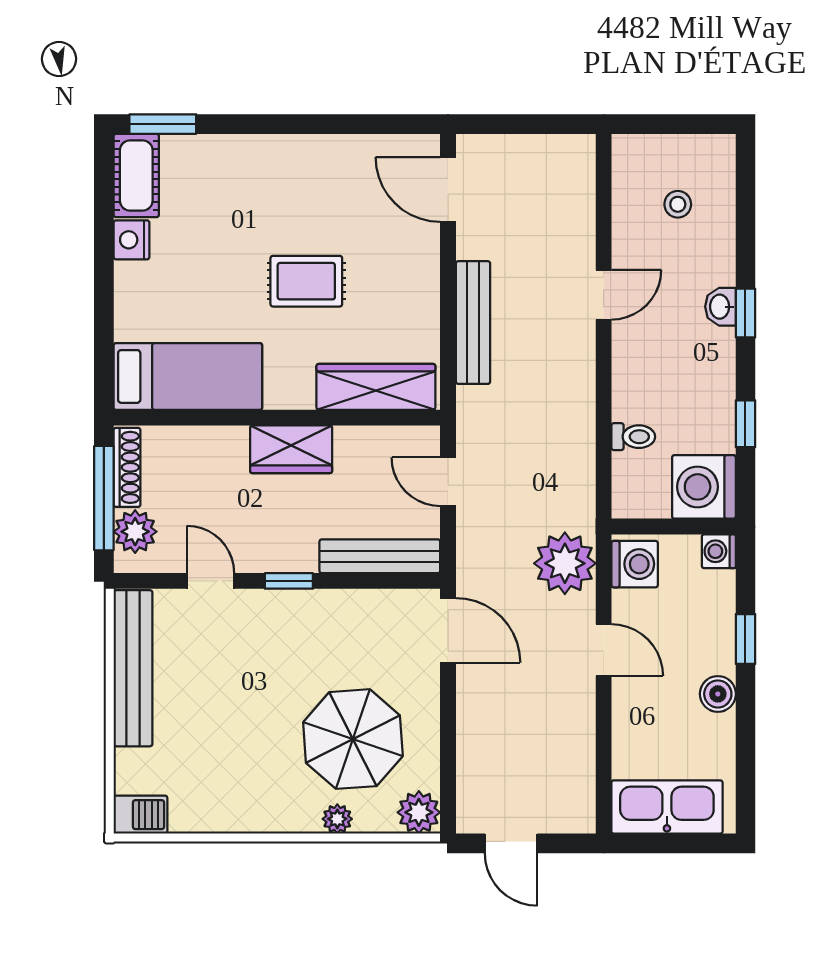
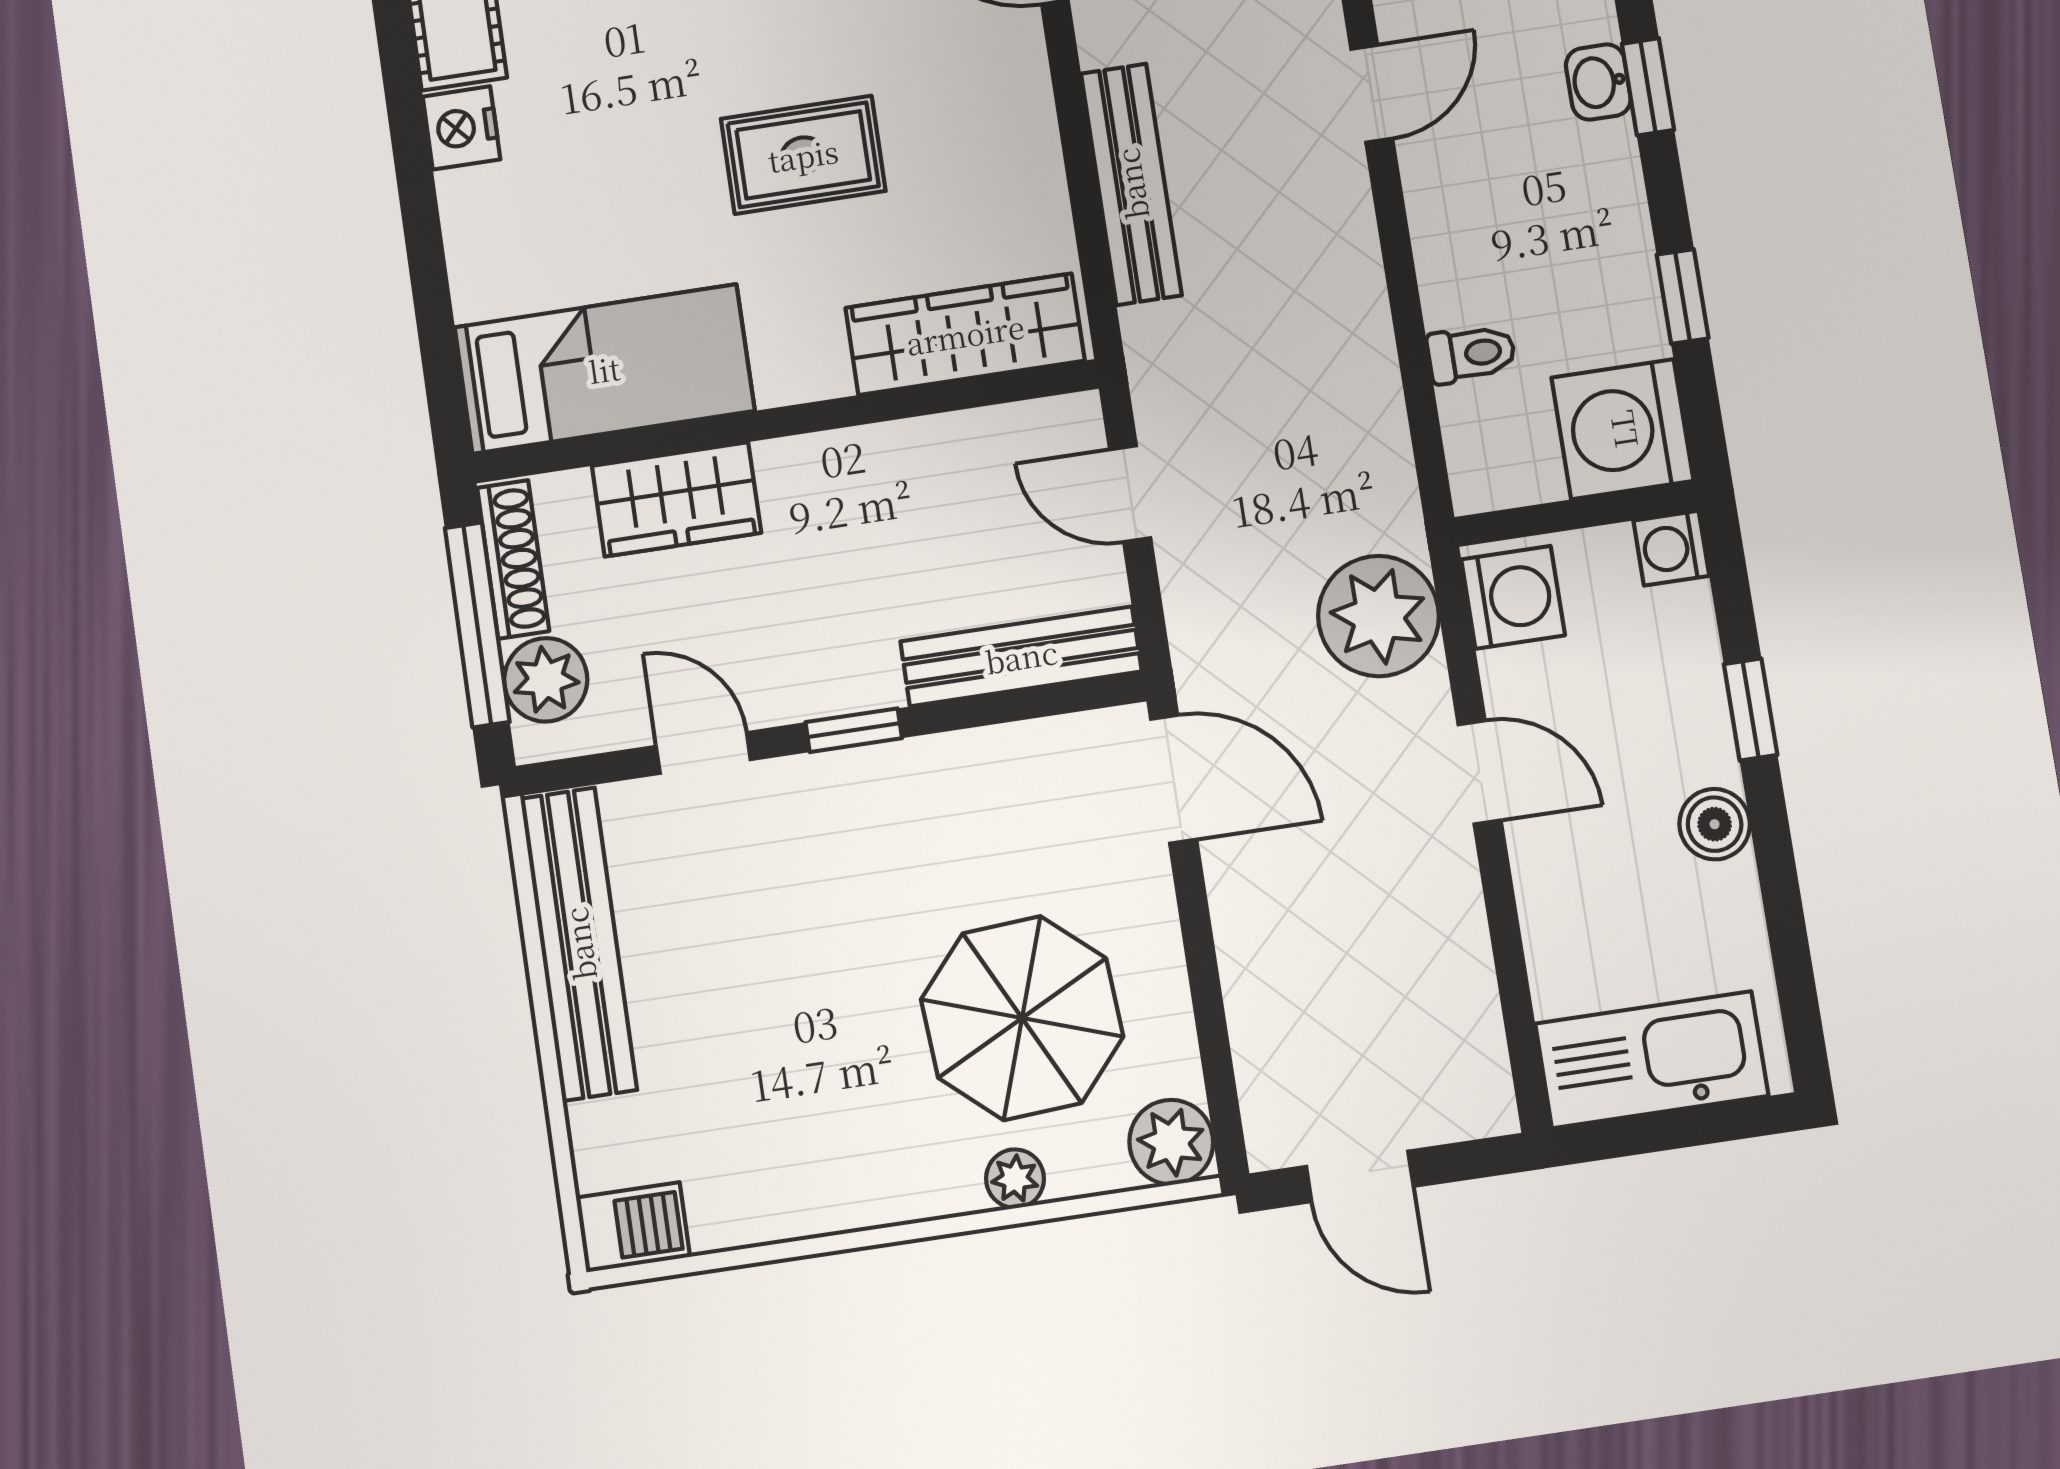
wardrobe: (291, 449) -> (676, 499), moved

